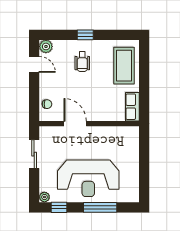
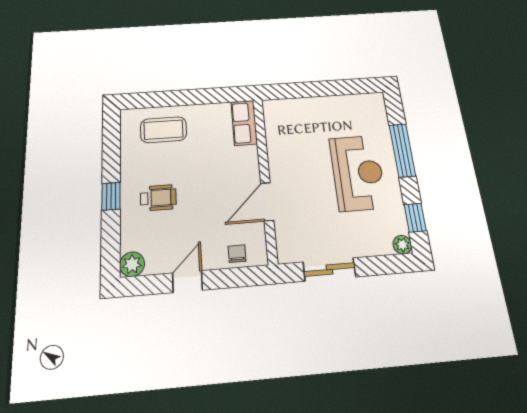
door: (34, 64) -> (187, 282), moved
coffee table: (124, 66) -> (163, 130), width x0.73, depth x0.76
row of seats: (132, 107) -> (244, 123), moved, turned 90
reception desk: (88, 178) -> (358, 173), width x0.74, depth x0.77

